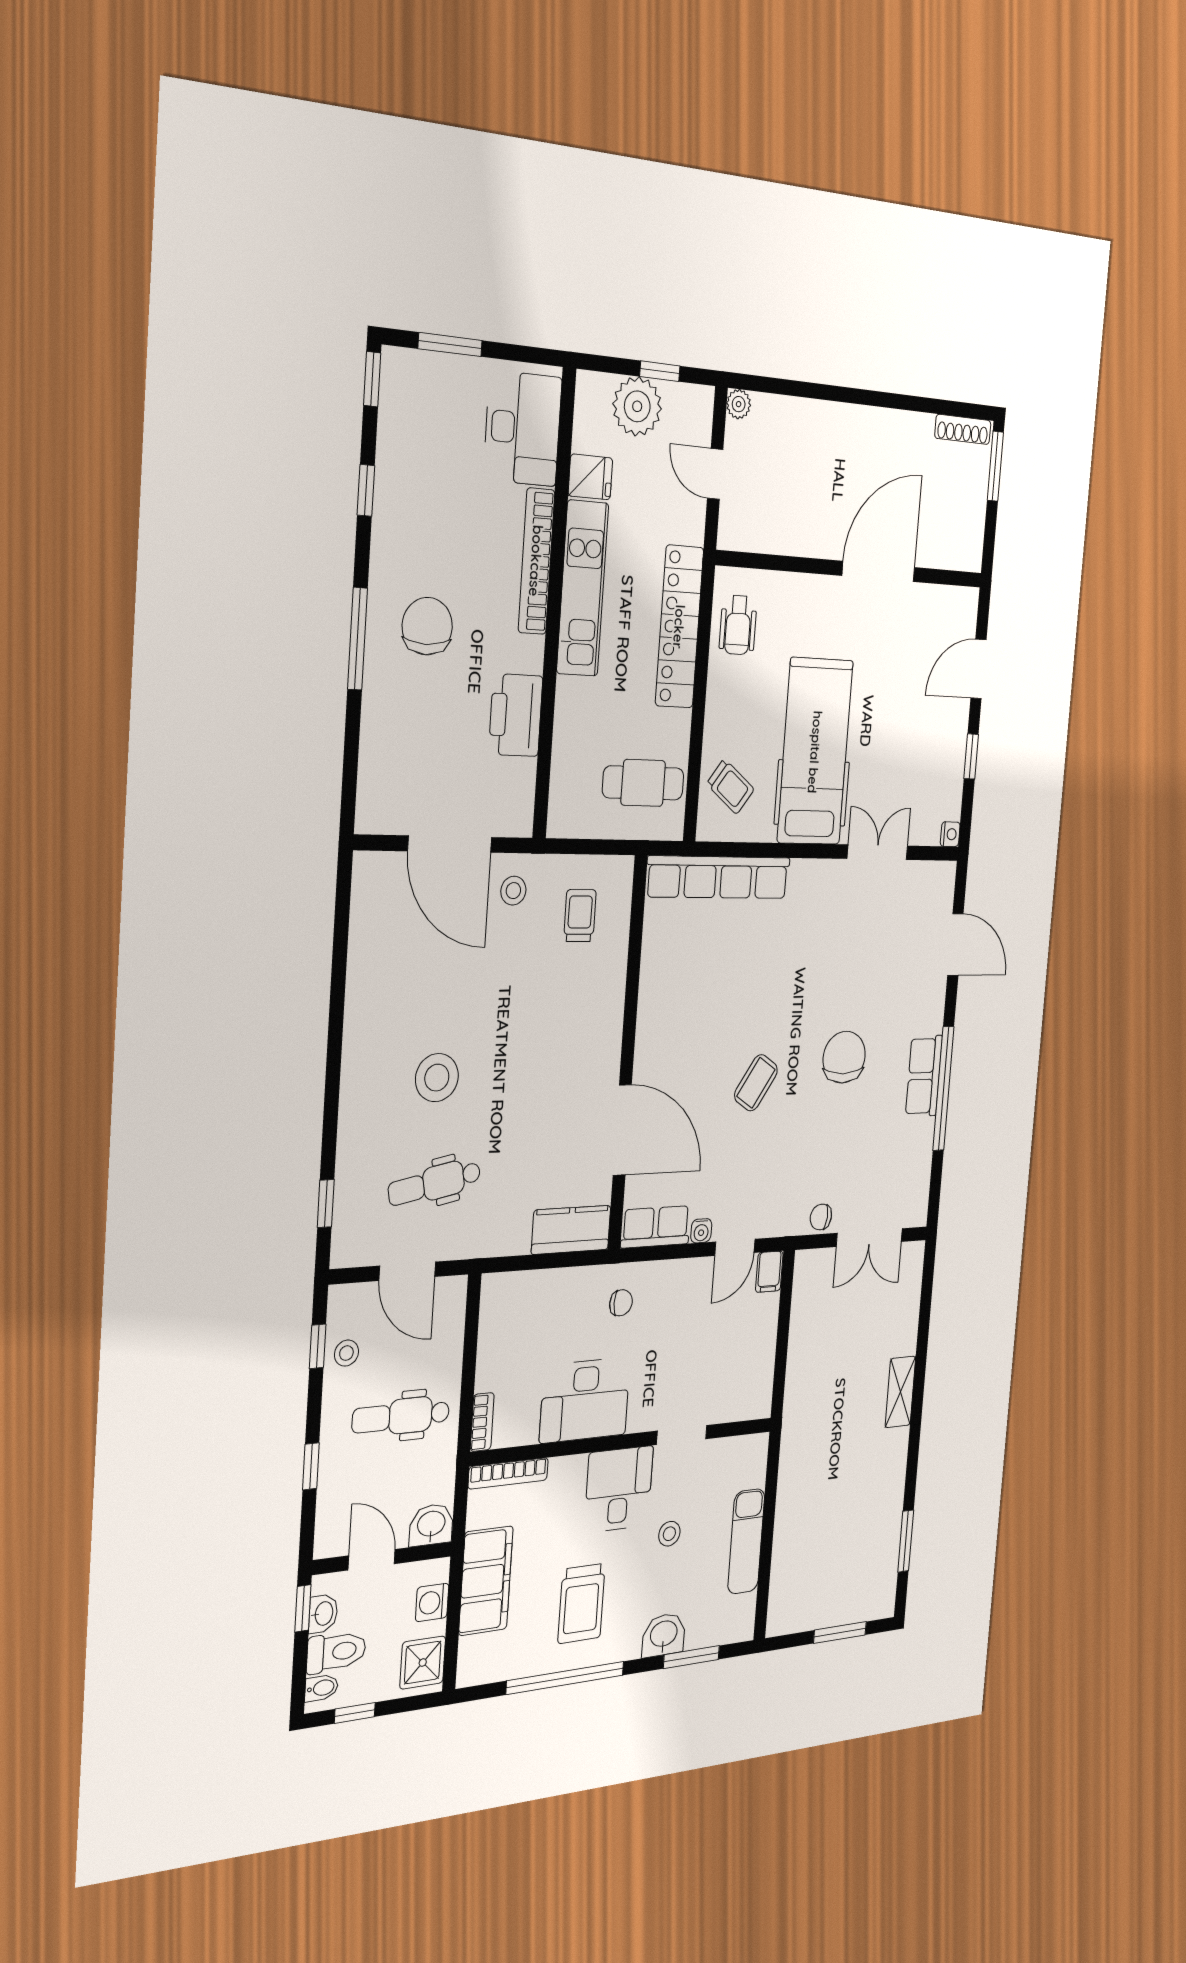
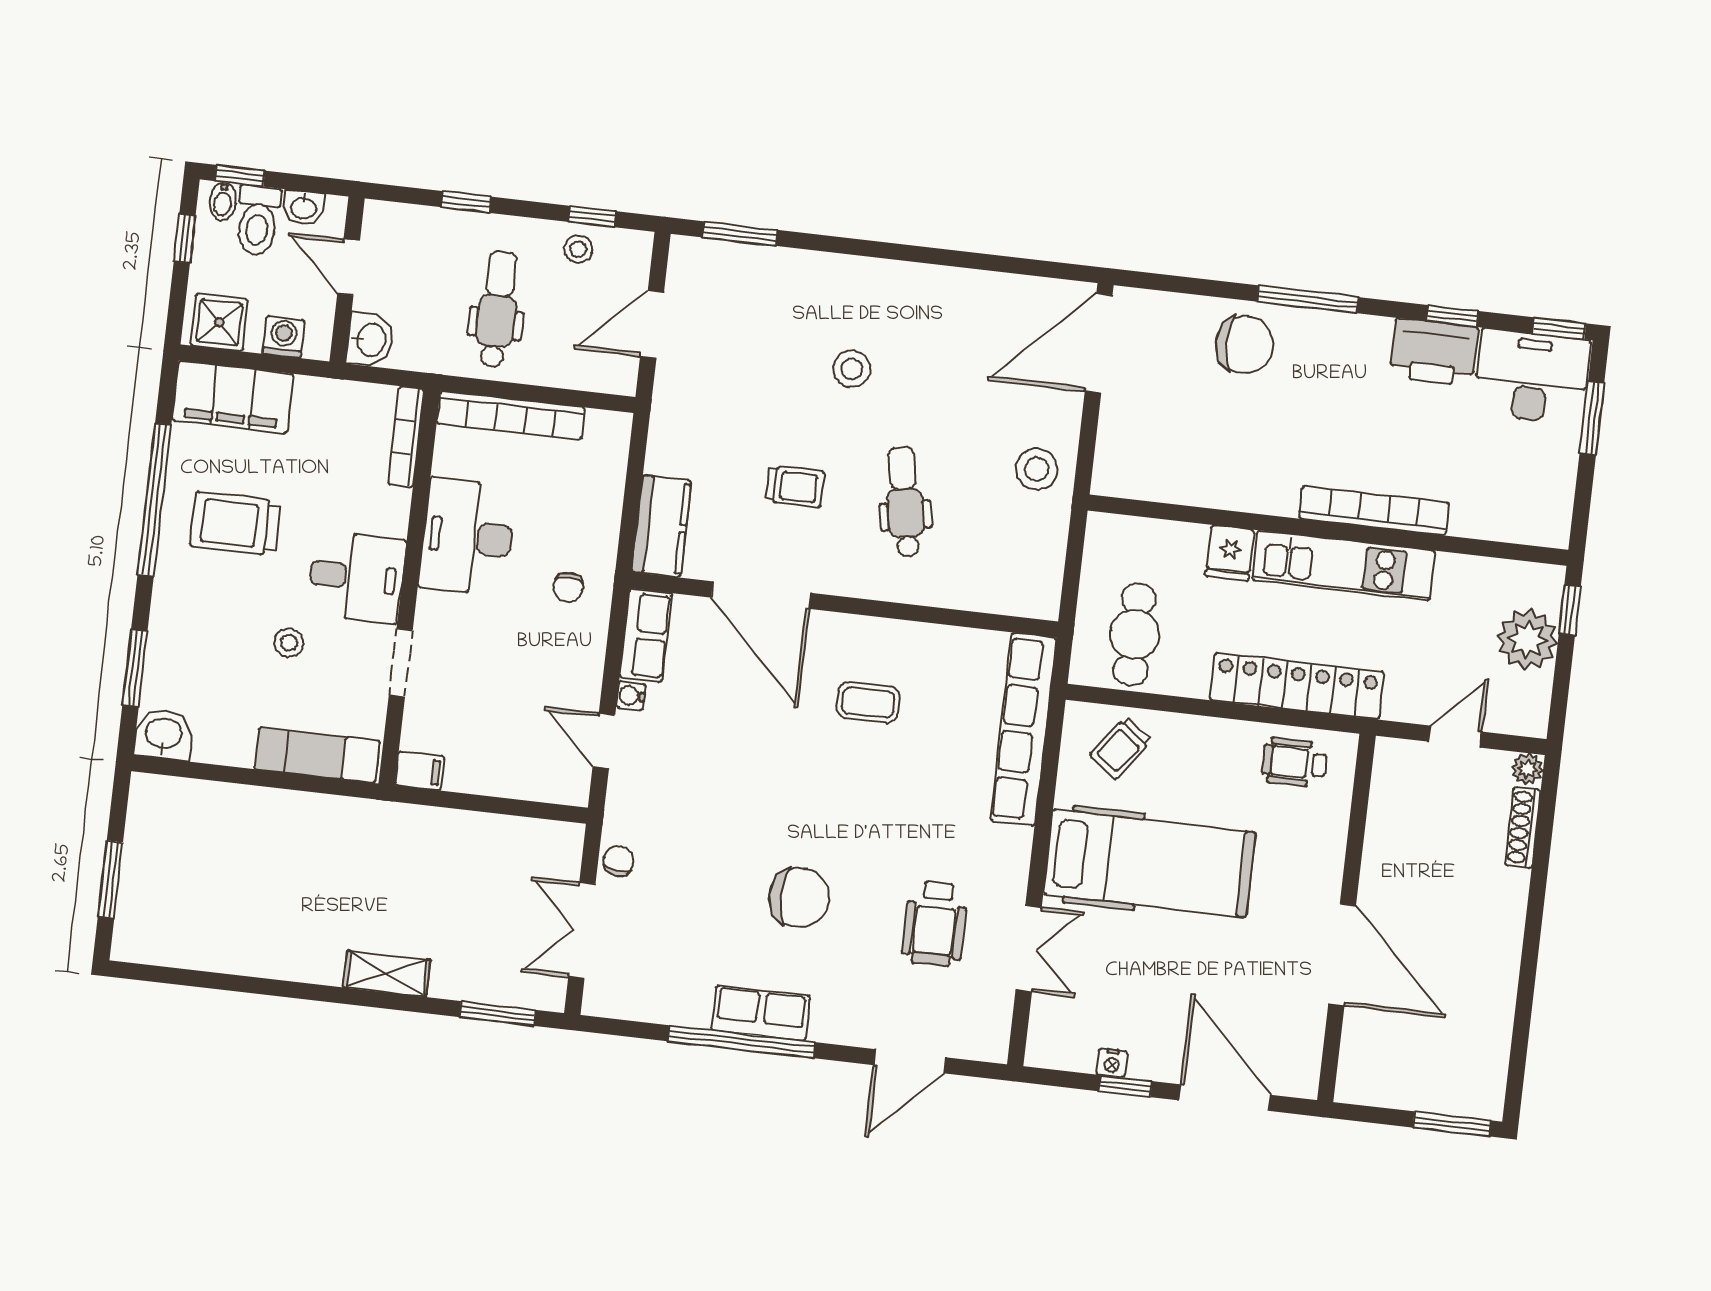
window: (660, 371) -> (1570, 610), moved
desk: (523, 428) -> (1532, 377), moved, turned 180
shoe rack: (963, 429) -> (1523, 827), moved
fridge: (590, 477) -> (1230, 553), moved
chair: (427, 626) -> (1244, 345), moved
door: (978, 669) -> (1225, 1098), width x1.36
printer: (516, 715) -> (1434, 352), moved, turned 180
nightstand: (950, 834) -> (1112, 1063), moved
door: (450, 844) -> (1099, 343), moved
stool: (513, 891) -> (1037, 469), width x1.37, depth x1.37
trolley: (580, 916) -> (795, 487), moved
wheelchair: (861, 937) -> (935, 924), added
stool: (437, 1078) -> (852, 369), width x0.73, depth x0.73
coffee table: (756, 1083) -> (868, 702), moved, turned -33
door: (622, 1130) -> (761, 595), hinge flipped
dental chair: (434, 1183) -> (905, 502), moved
window: (326, 1204) -> (740, 234), width x1.50
filing cabinet: (769, 1272) -> (420, 771), moved, turned 180
bookcase: (482, 1422) -> (511, 416), width x2.31, depth x1.31
exam couch: (746, 1541) -> (317, 755), moved
window: (906, 1541) -> (497, 1013), moved
door: (372, 1560) -> (349, 267), swing flipped
filing cabinet: (486, 1581) -> (233, 397), moved
window: (303, 1608) -> (240, 176), moved
washbasin: (664, 1635) -> (164, 735), moved, turned -90

